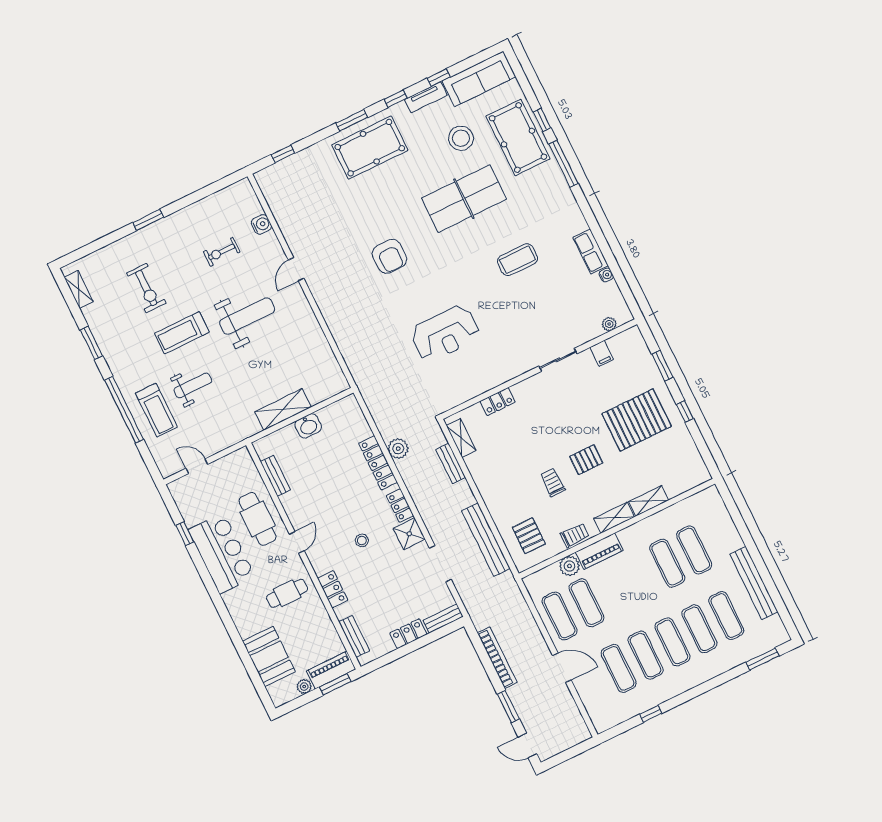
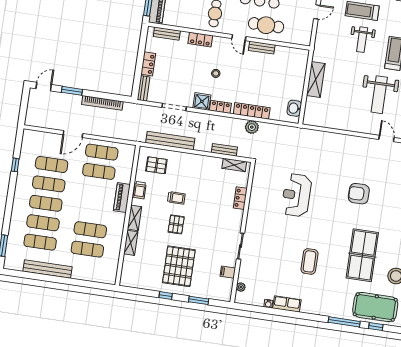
washbasin: (308, 426) -> (294, 108), moved
bench: (275, 476) -> (262, 48), moved
plant: (569, 566) -> (125, 176), removed

